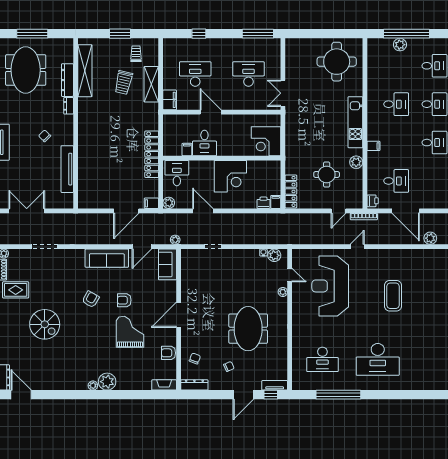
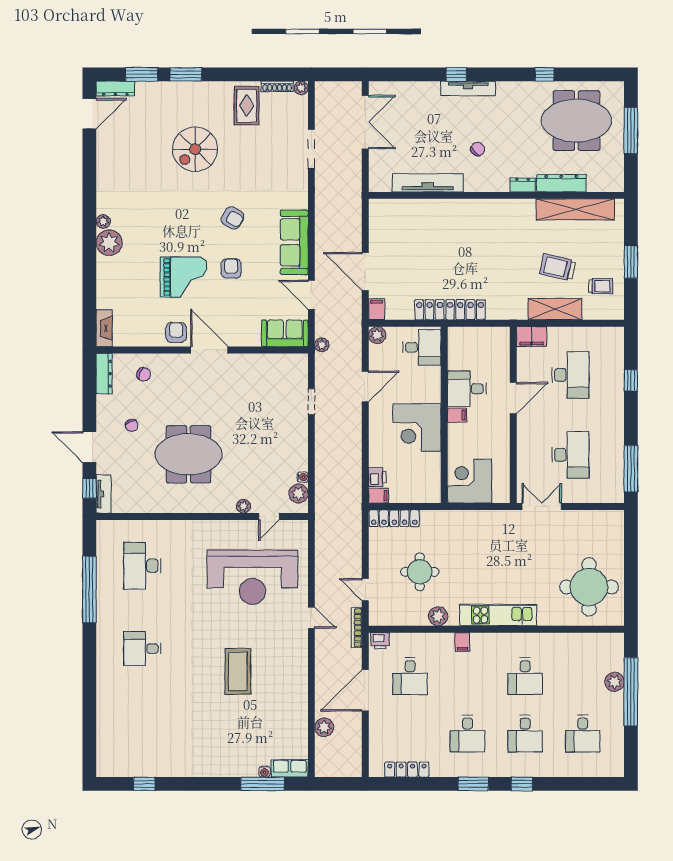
filing cabinet: (187, 150) -> (457, 415), moved
reception desk: (330, 286) -> (252, 577), turned 180
coffee table: (393, 296) -> (238, 671), turned 90
armchair: (169, 353) -> (176, 332), moved
desk: (378, 359) -> (142, 649), width x0.53, depth x0.77

